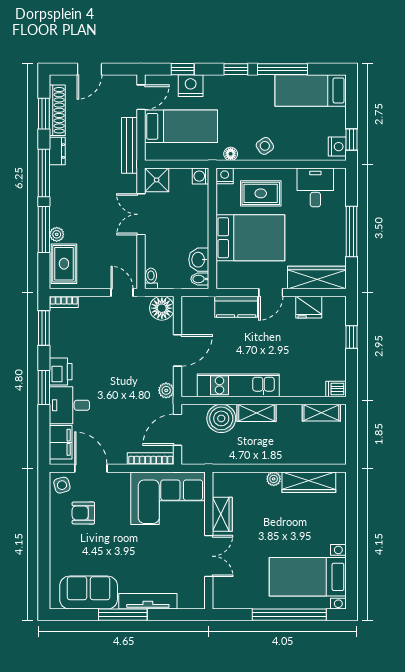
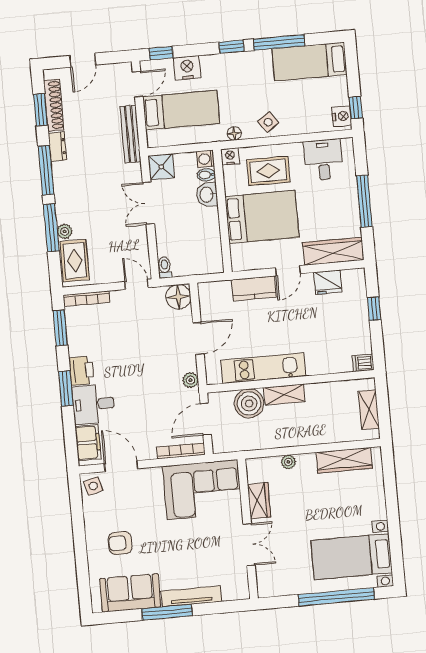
window: (183, 69) -> (161, 53), moved
washbasin: (199, 260) -> (207, 195), moved
bidet: (200, 279) -> (206, 175), moved
bookcase: (64, 302) -> (86, 299), width x1.56
shelving: (321, 413) -> (369, 410), moved, turned 90
plant: (274, 479) -> (288, 462), moved
armchair: (83, 513) -> (120, 543), moved

